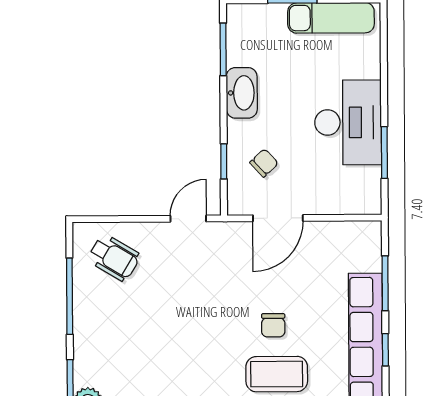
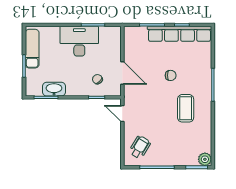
washbasin: (242, 93) -> (54, 89), moved
coffee table: (277, 374) -> (186, 108), moved

